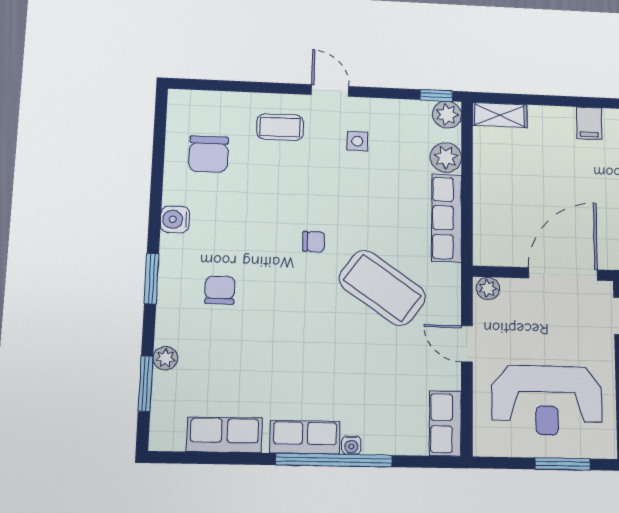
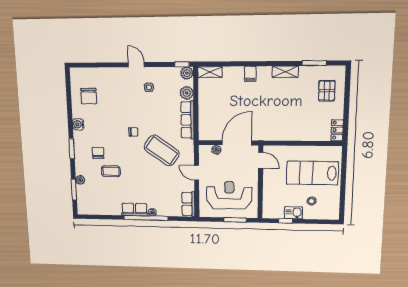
coffee table: (280, 127) -> (111, 171), moved
plant: (488, 288) -> (216, 150), moved
reception desk: (547, 400) -> (229, 195), turned 180
row of seats: (224, 435) -> (105, 208), removed

